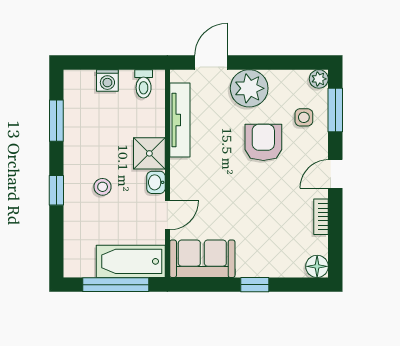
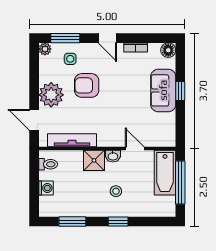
sofa: (202, 259) -> (163, 90), moved

